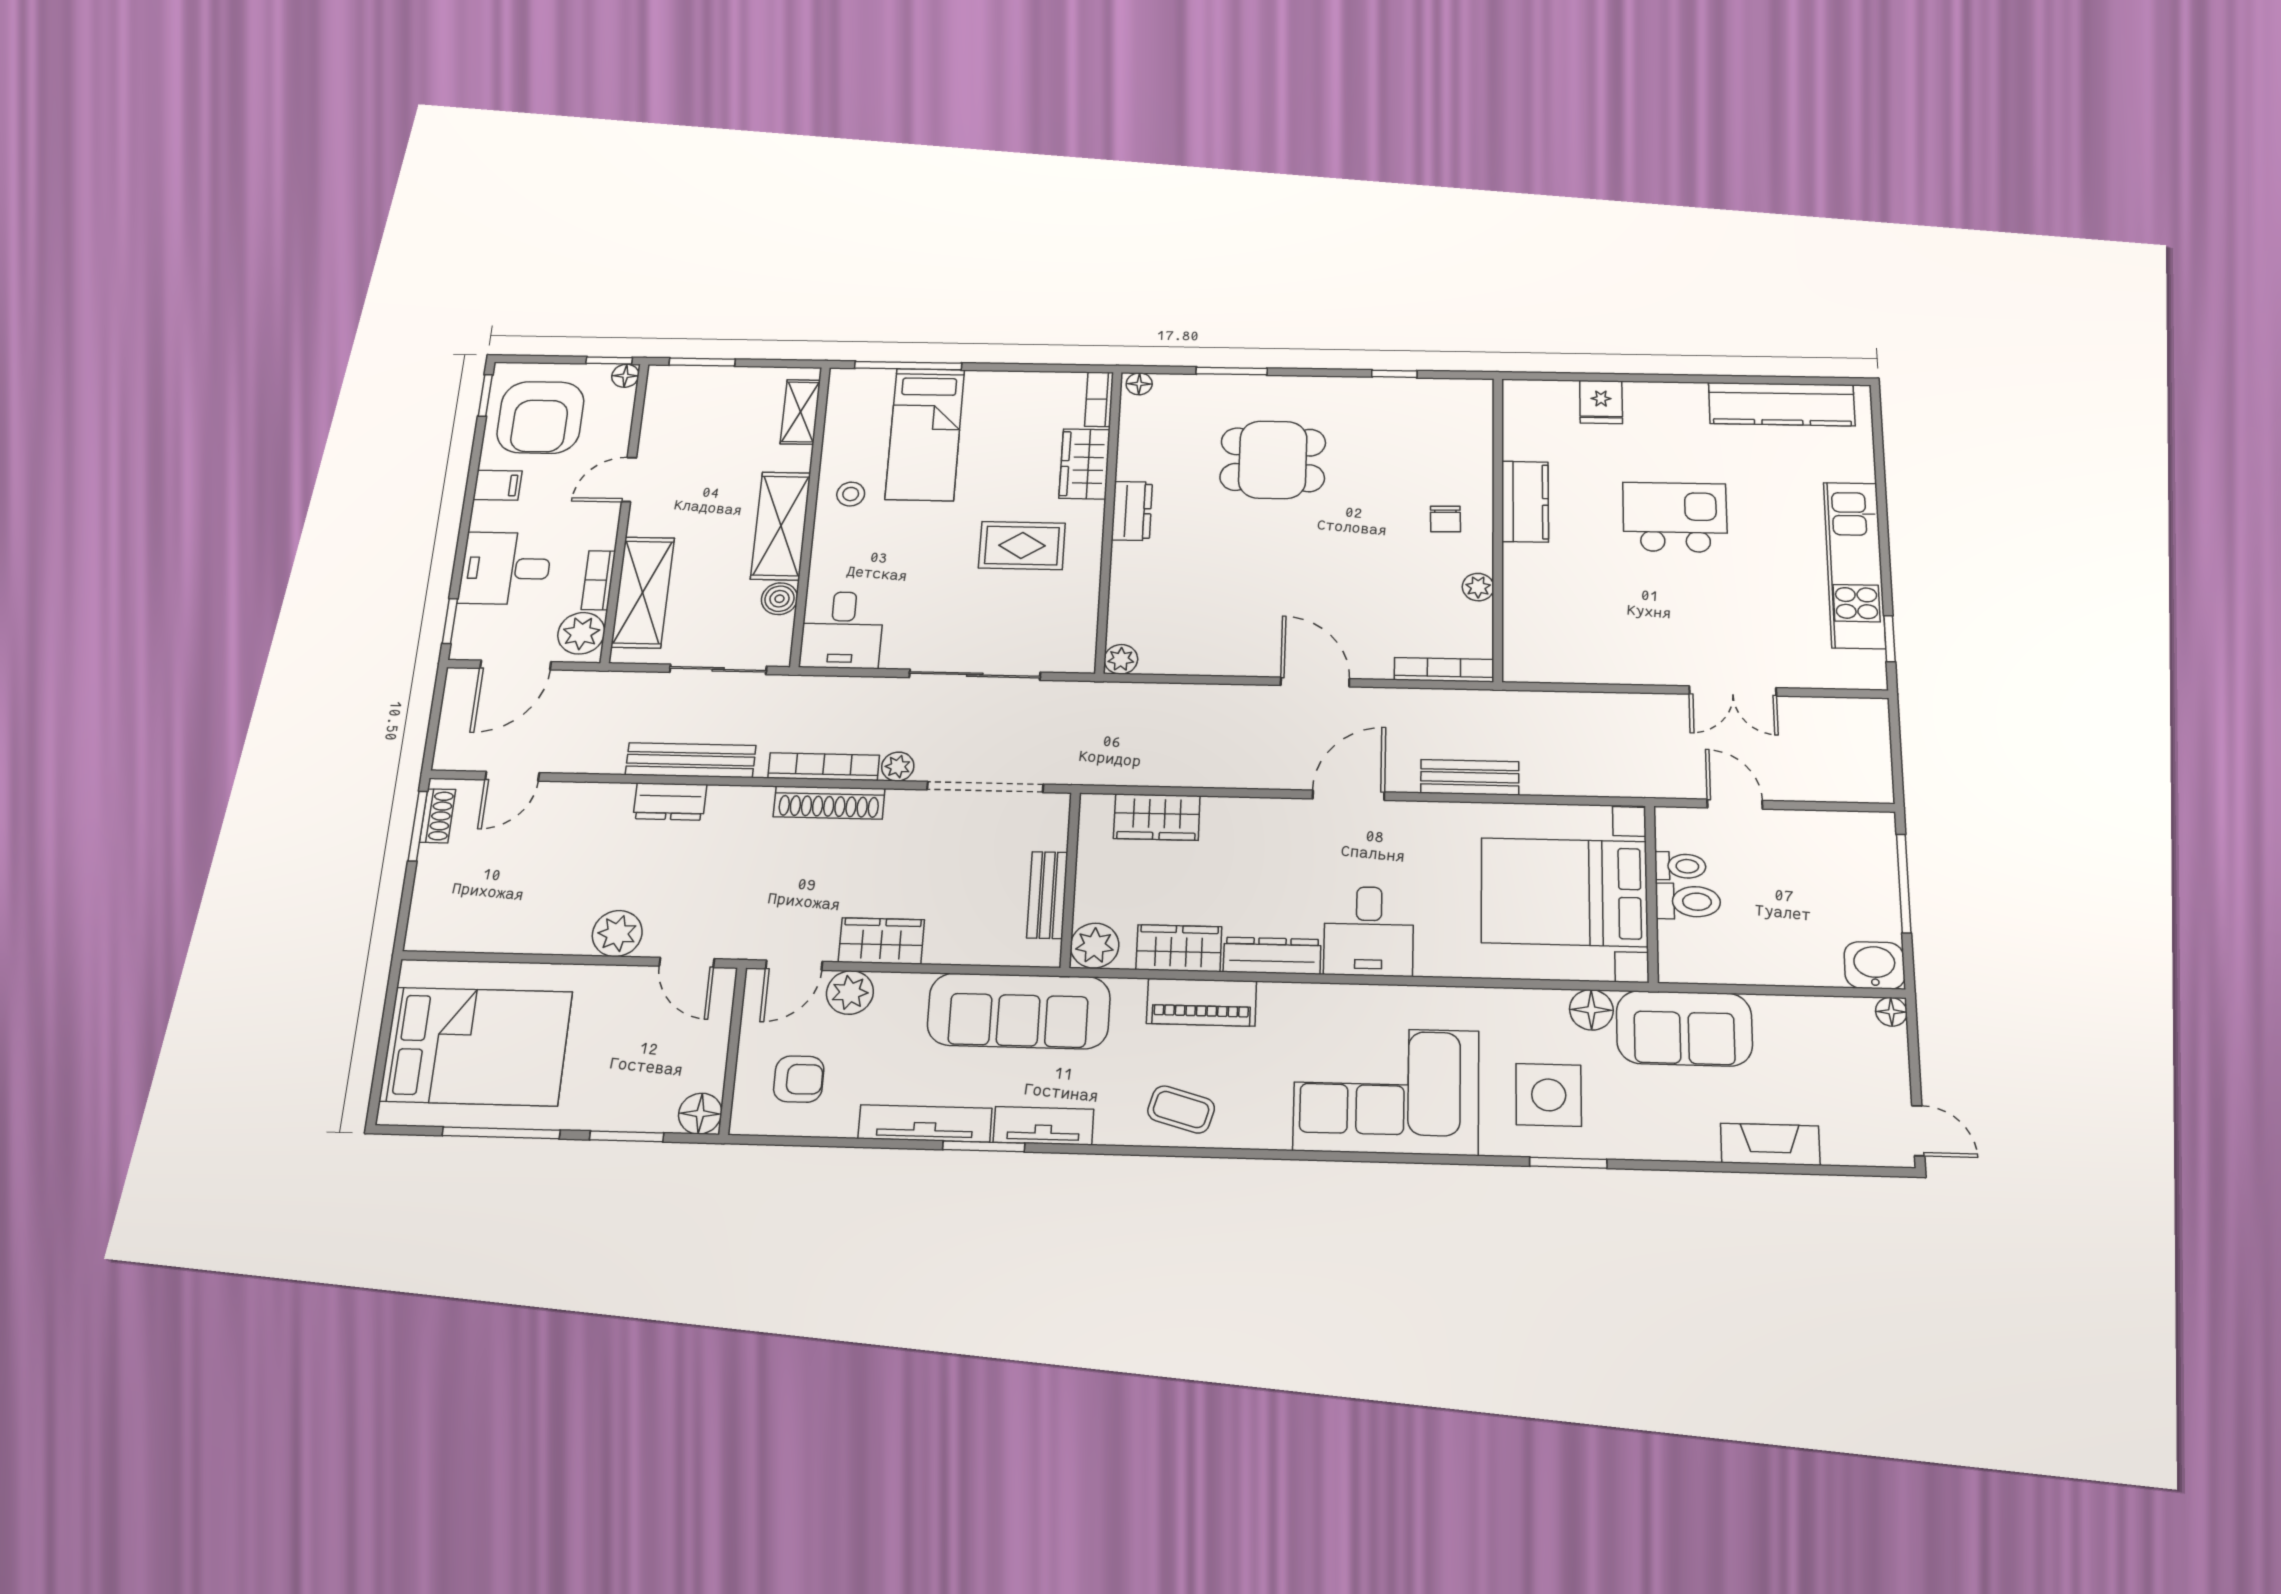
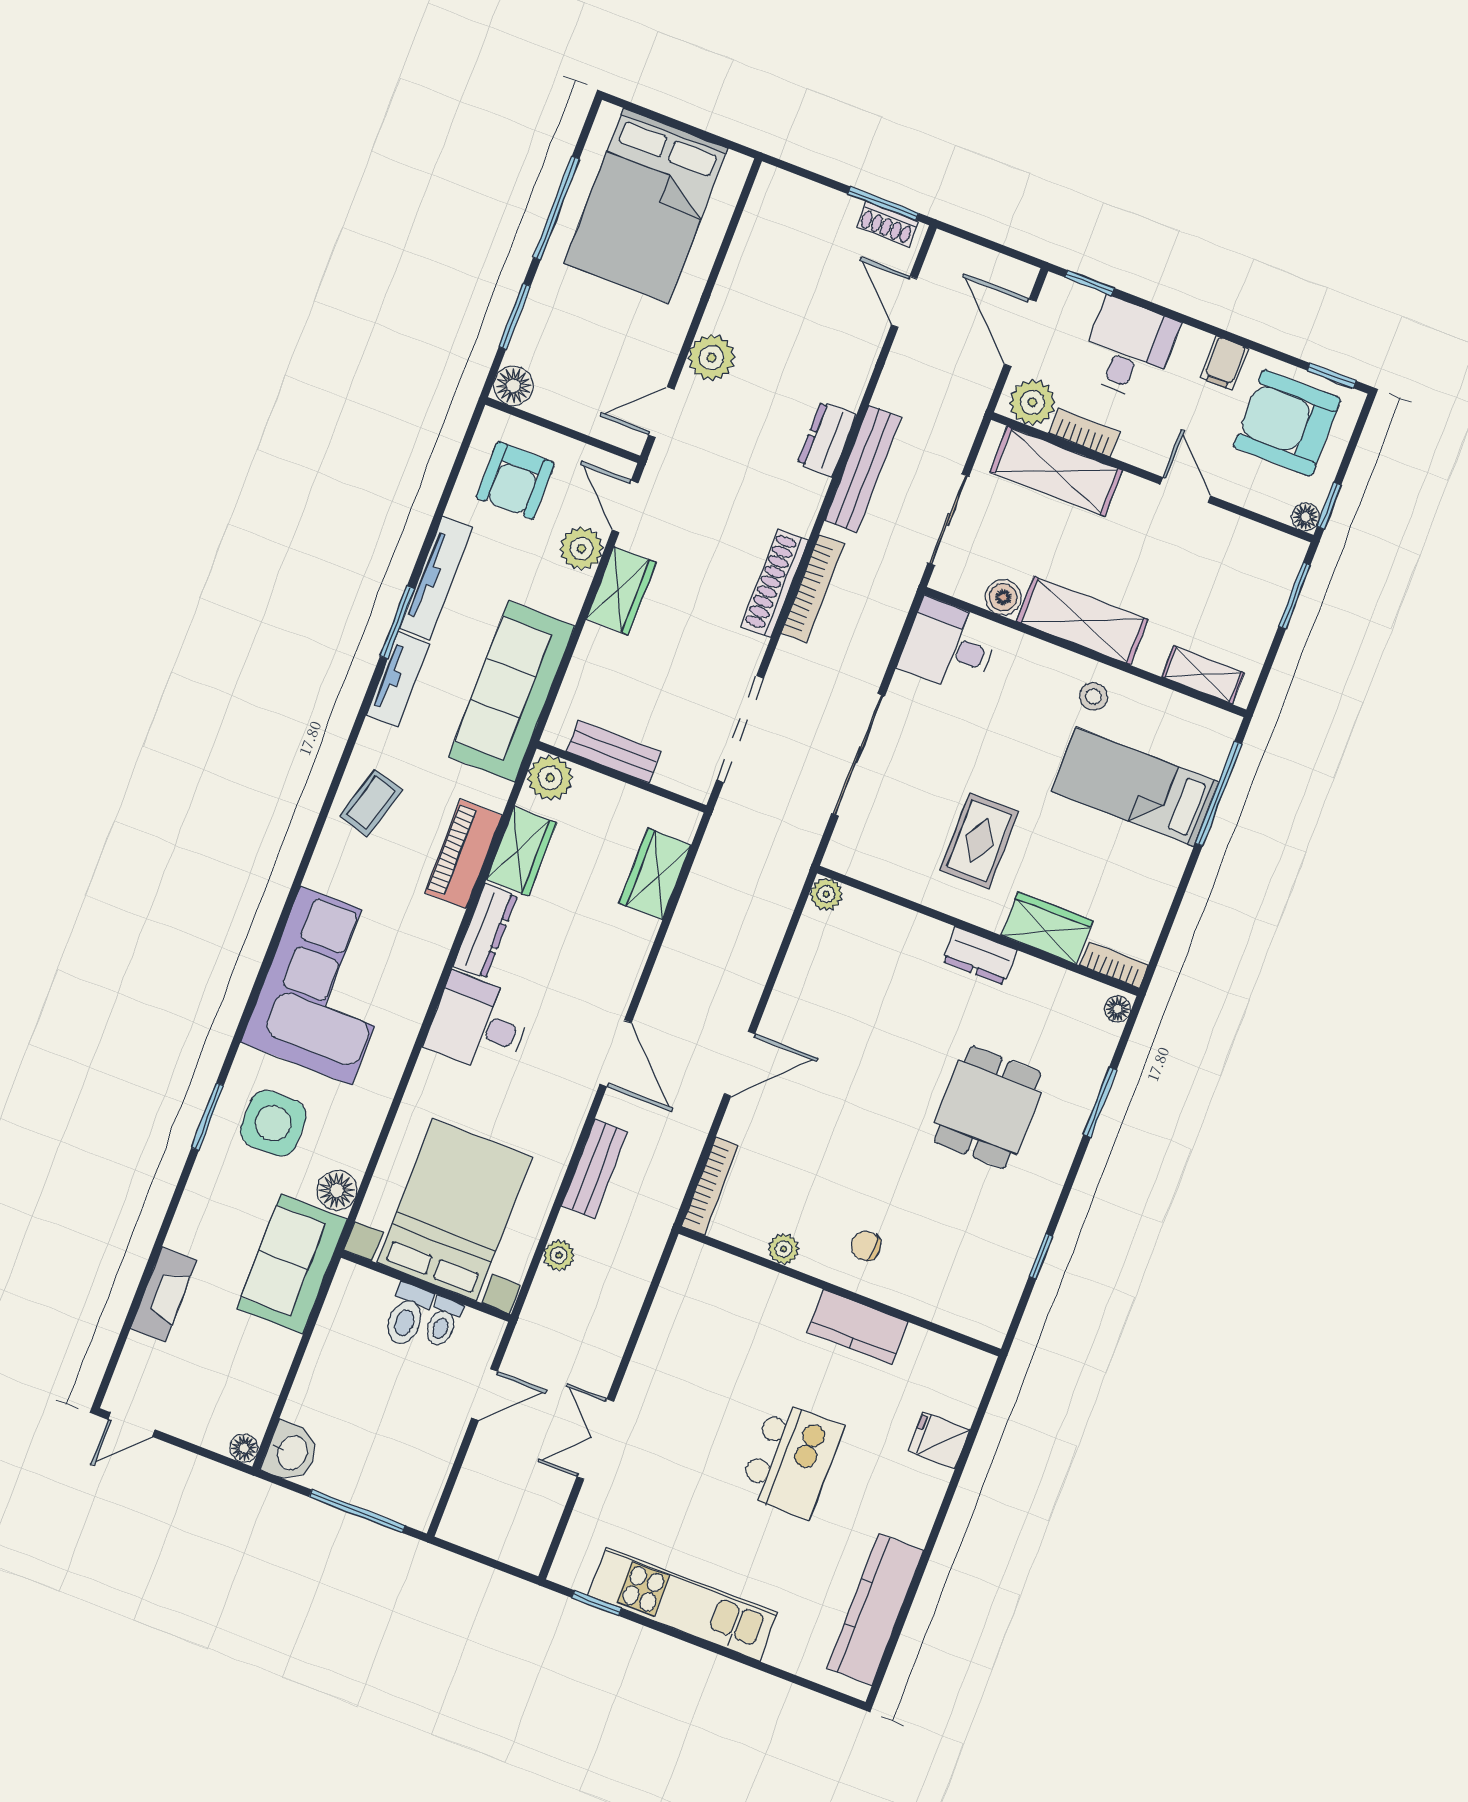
plant: (898, 767) -> (559, 1255), moved
armchair: (799, 1079) -> (515, 480), width x1.38, depth x1.38

